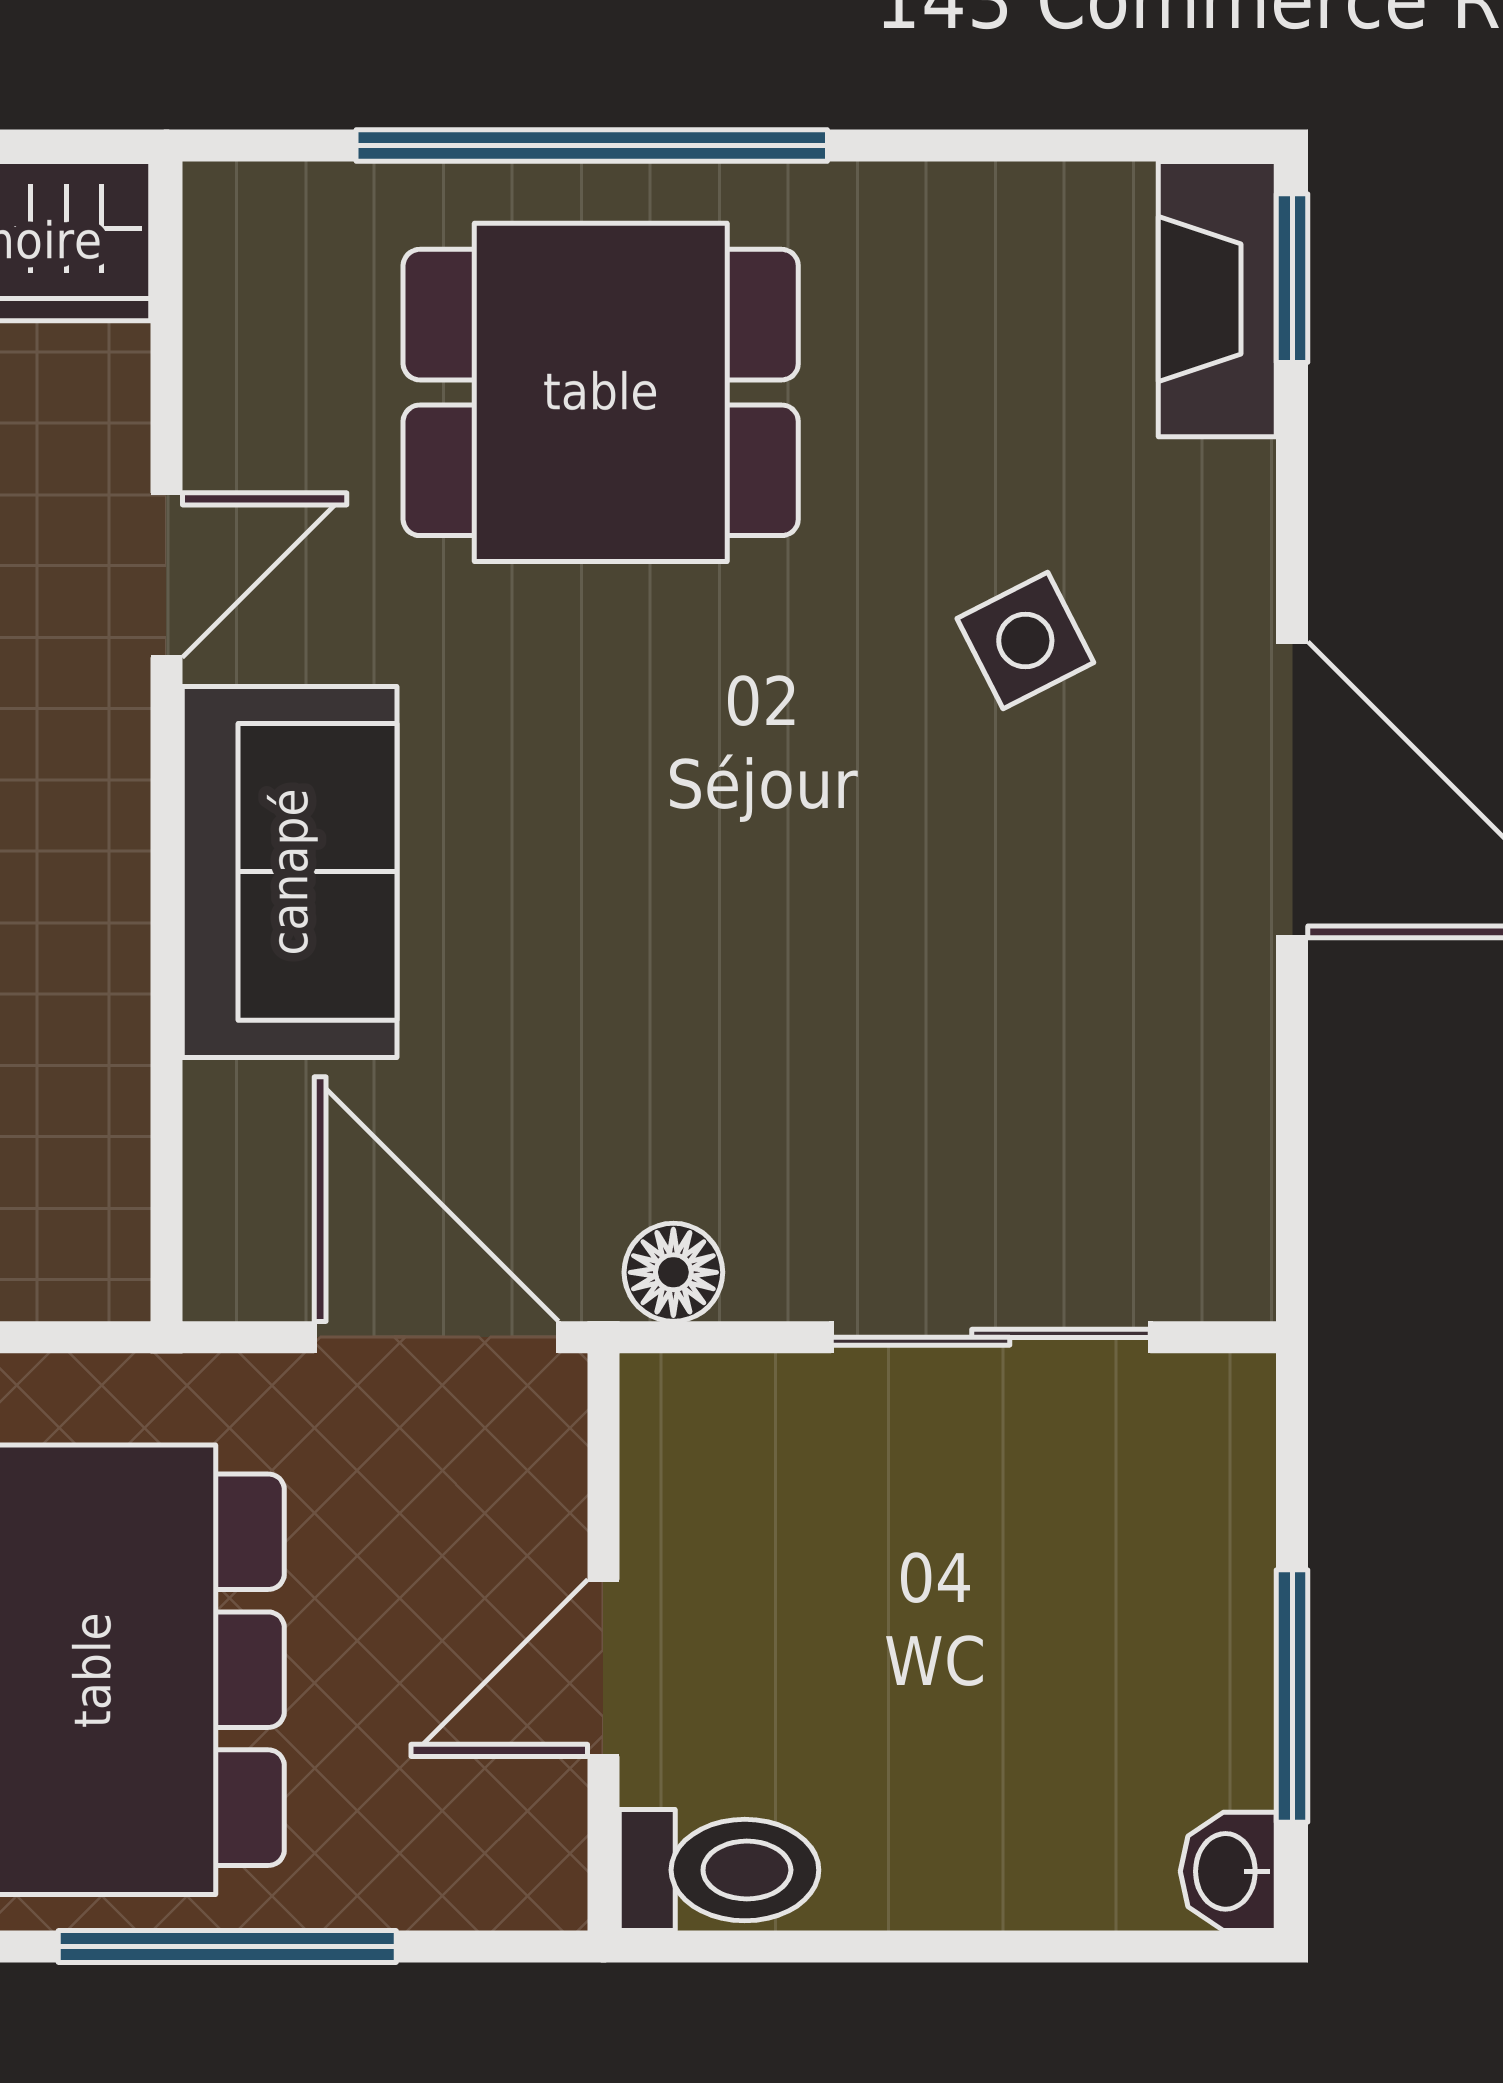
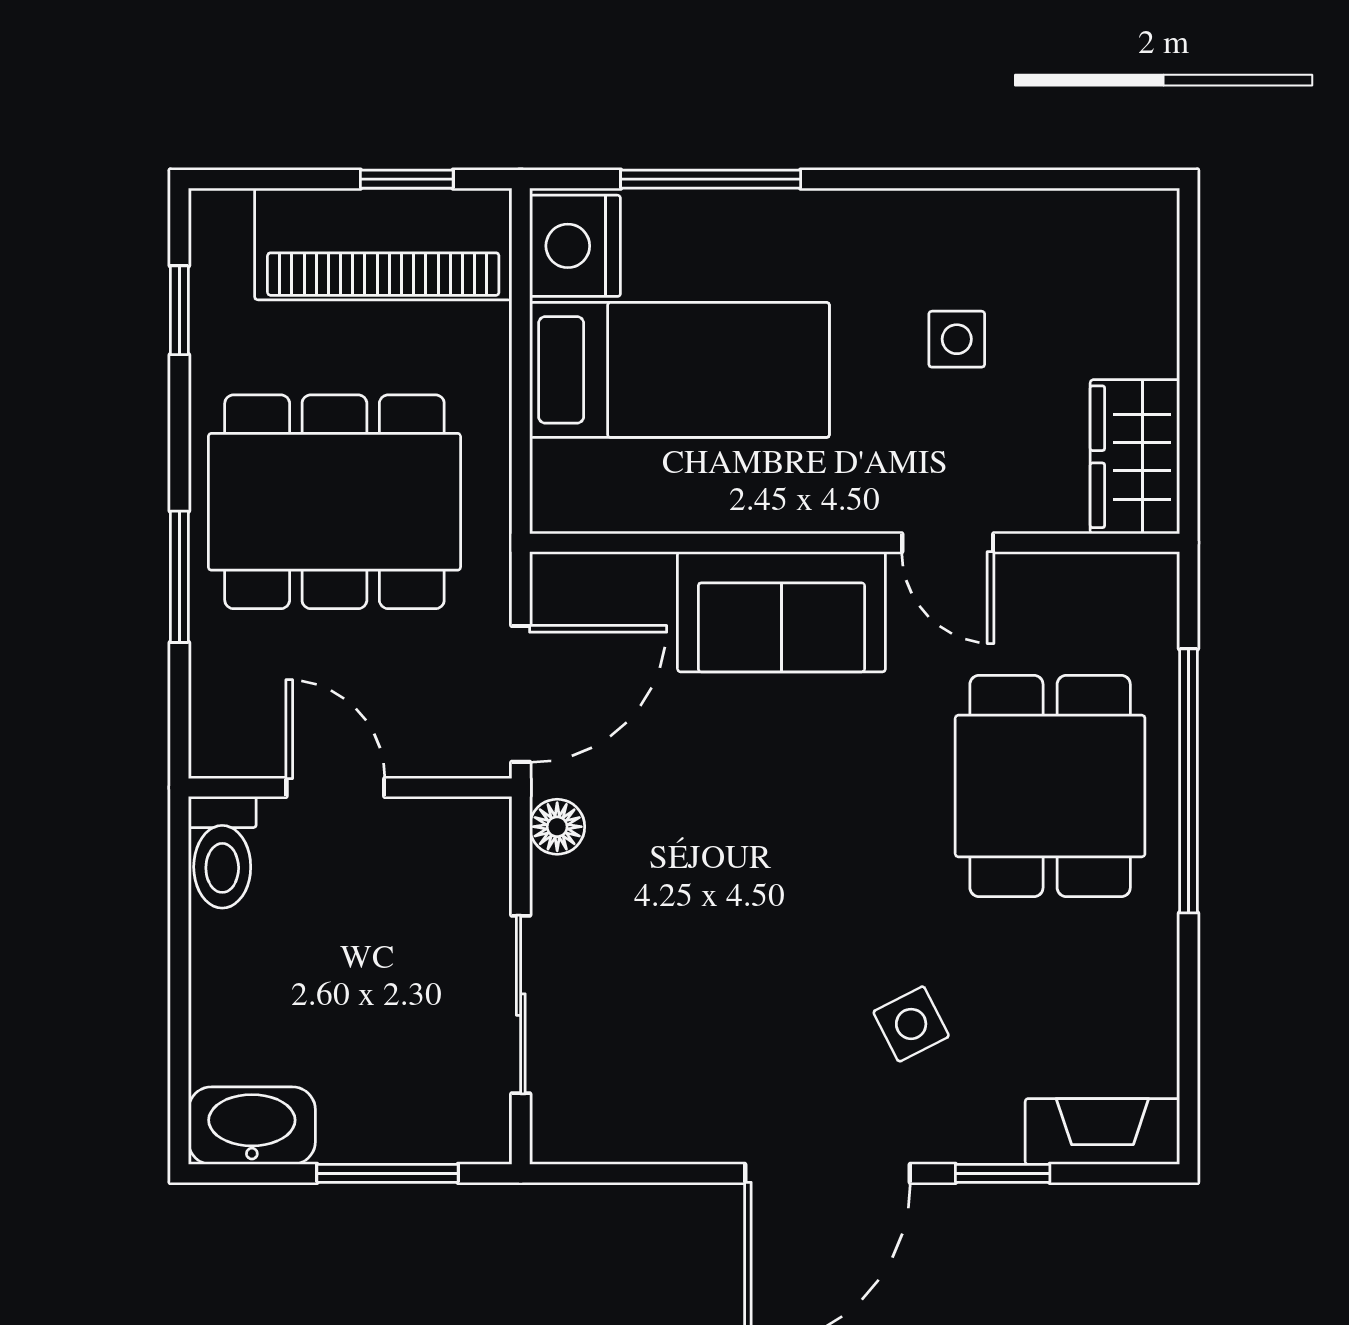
window: (1292, 278) -> (1003, 1173), moved
window: (1292, 1696) -> (388, 1173), moved
washbasin: (1228, 1871) -> (252, 1126), width x1.91, depth x1.45
window: (227, 1946) -> (179, 577), width x0.69

